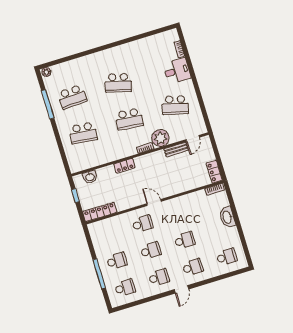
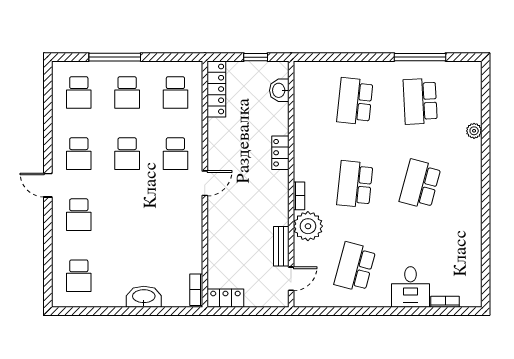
plant: (46, 72) -> (474, 131), moved
door: (193, 139) -> (291, 279), swing flipped
school desk: (185, 240) -> (175, 93), moved

